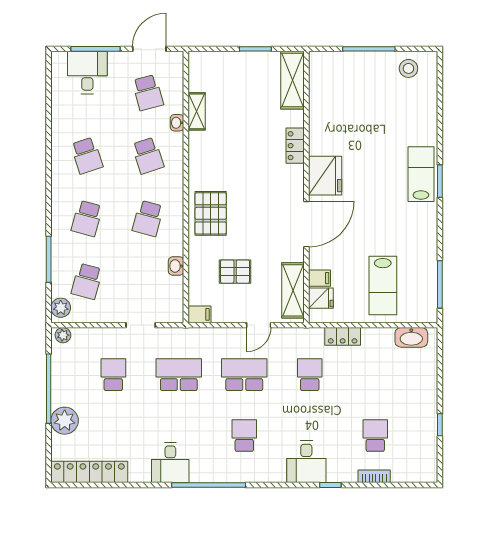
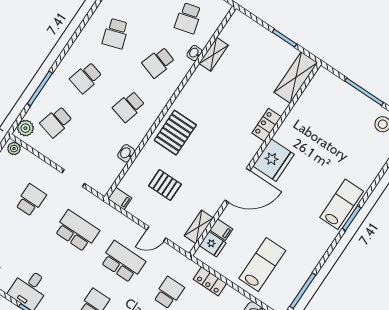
school desk: (148, 156) -> (158, 62), turned 36
lab bench: (383, 285) -> (262, 265), turned 180
shelving: (293, 290) -> (199, 227), width x0.67, depth x0.75

